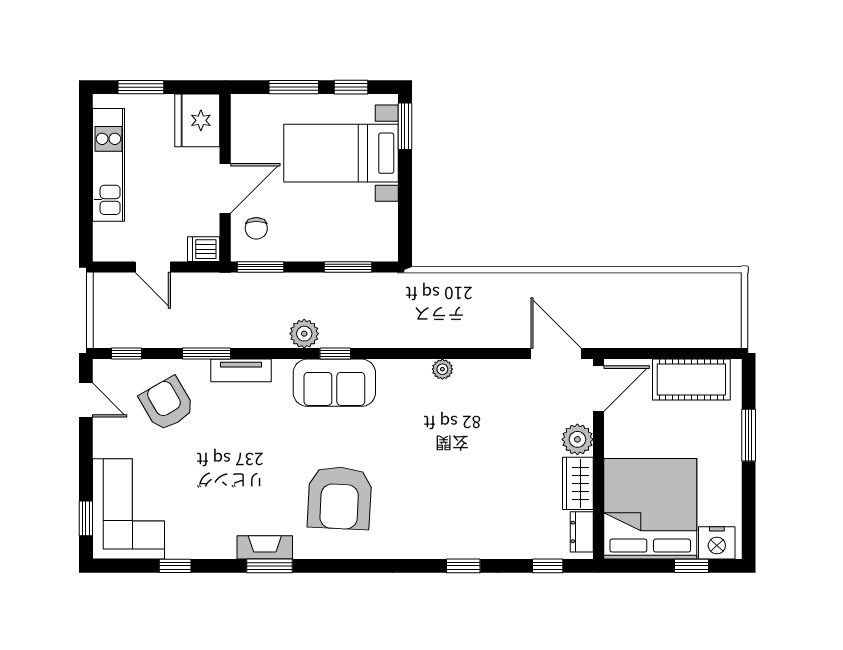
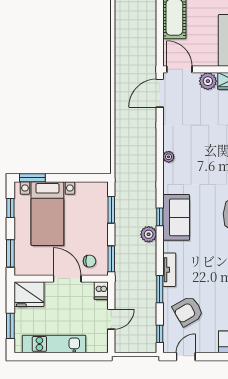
window: (294, 87) -> (10, 253), moved

